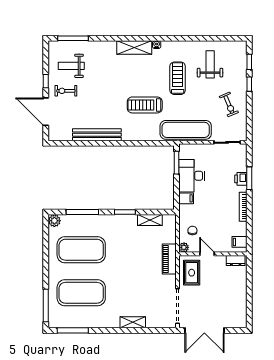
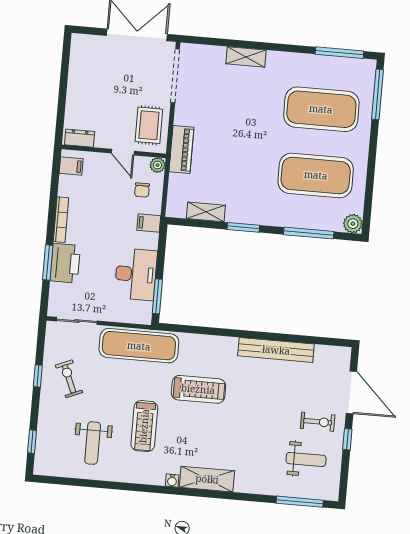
window: (249, 84) -> (38, 376), moved
printer: (241, 179) -> (65, 263), width x1.87, depth x1.48
filing cabinet: (186, 198) -> (149, 223), moved

